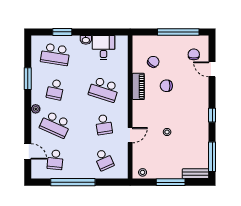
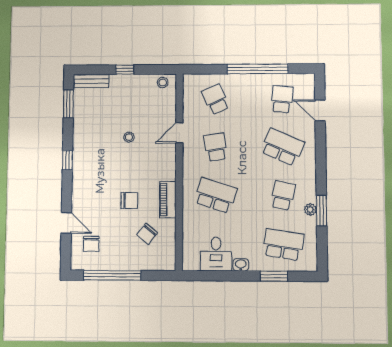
plant: (36, 109) -> (310, 210), moved
window: (212, 157) -> (68, 104), width x0.69
window: (171, 182) -> (125, 70), width x0.46

